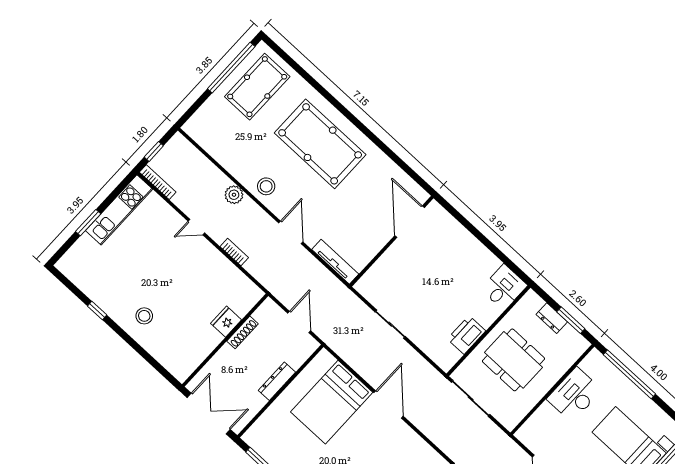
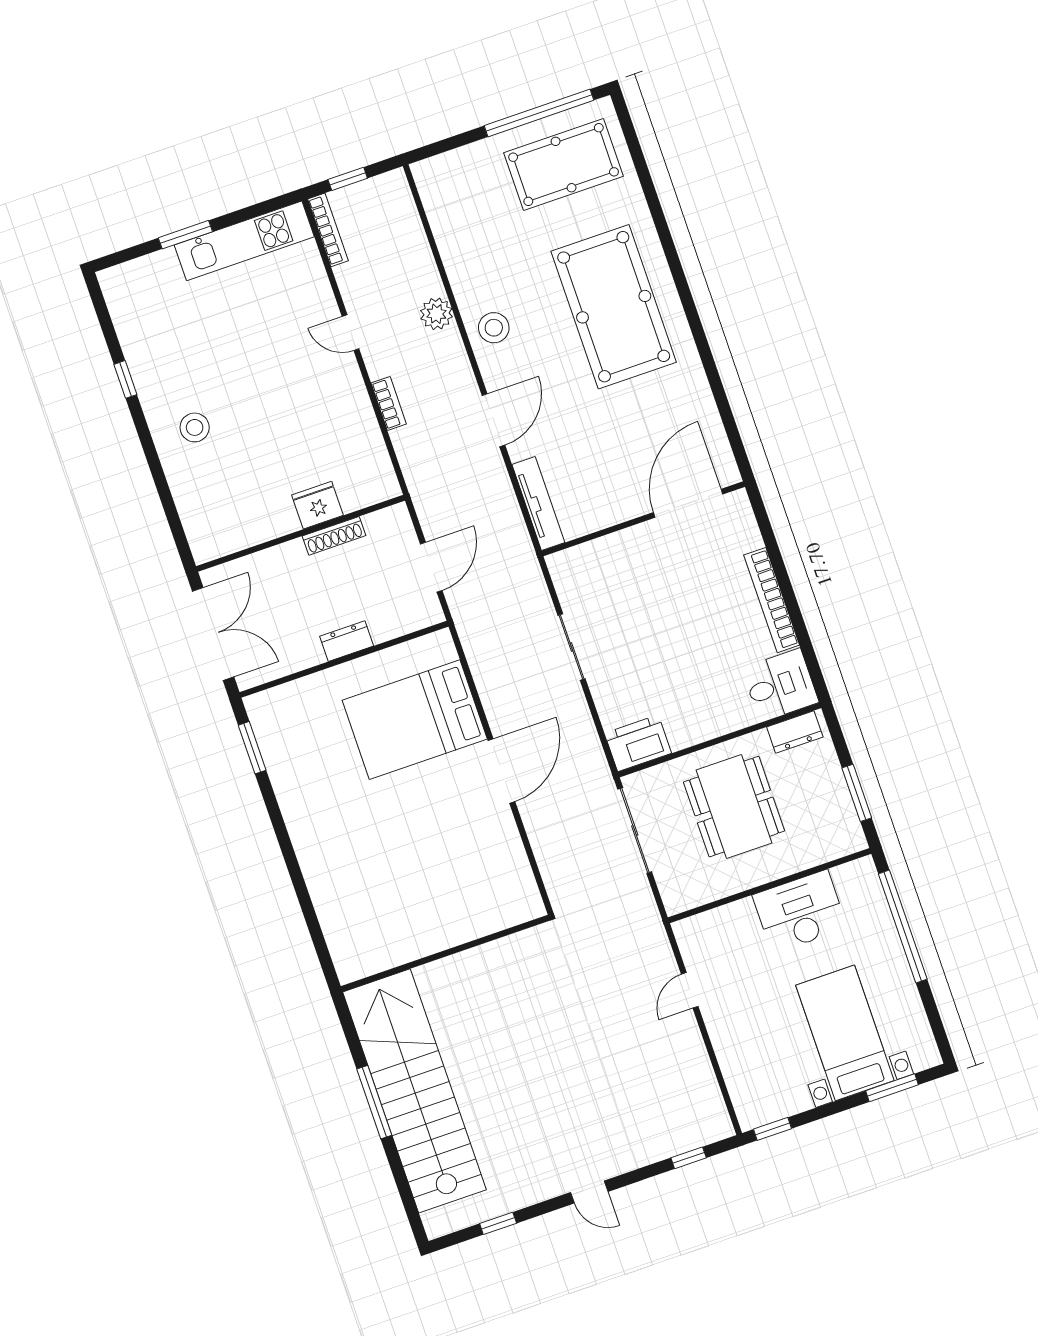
bookcase: (477, 247) -> (772, 600), added
dresser: (552, 318) -> (795, 732), moved, turned -90
printer: (467, 335) -> (638, 743), moved
dresser: (277, 381) -> (347, 641), width x0.70

